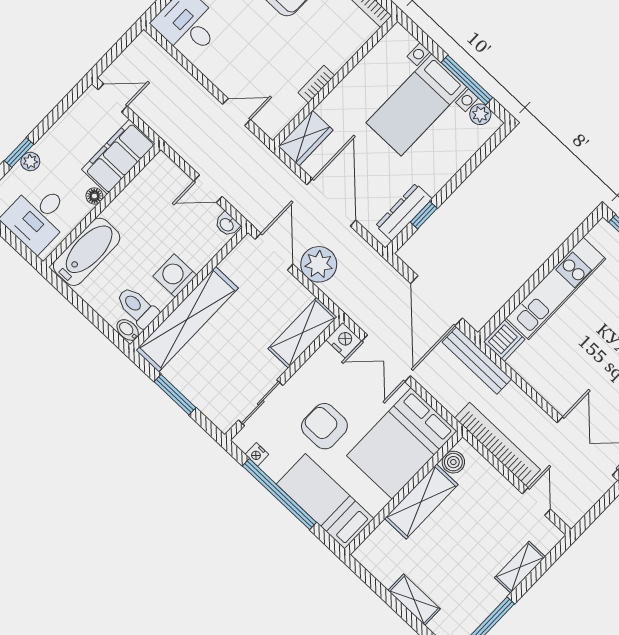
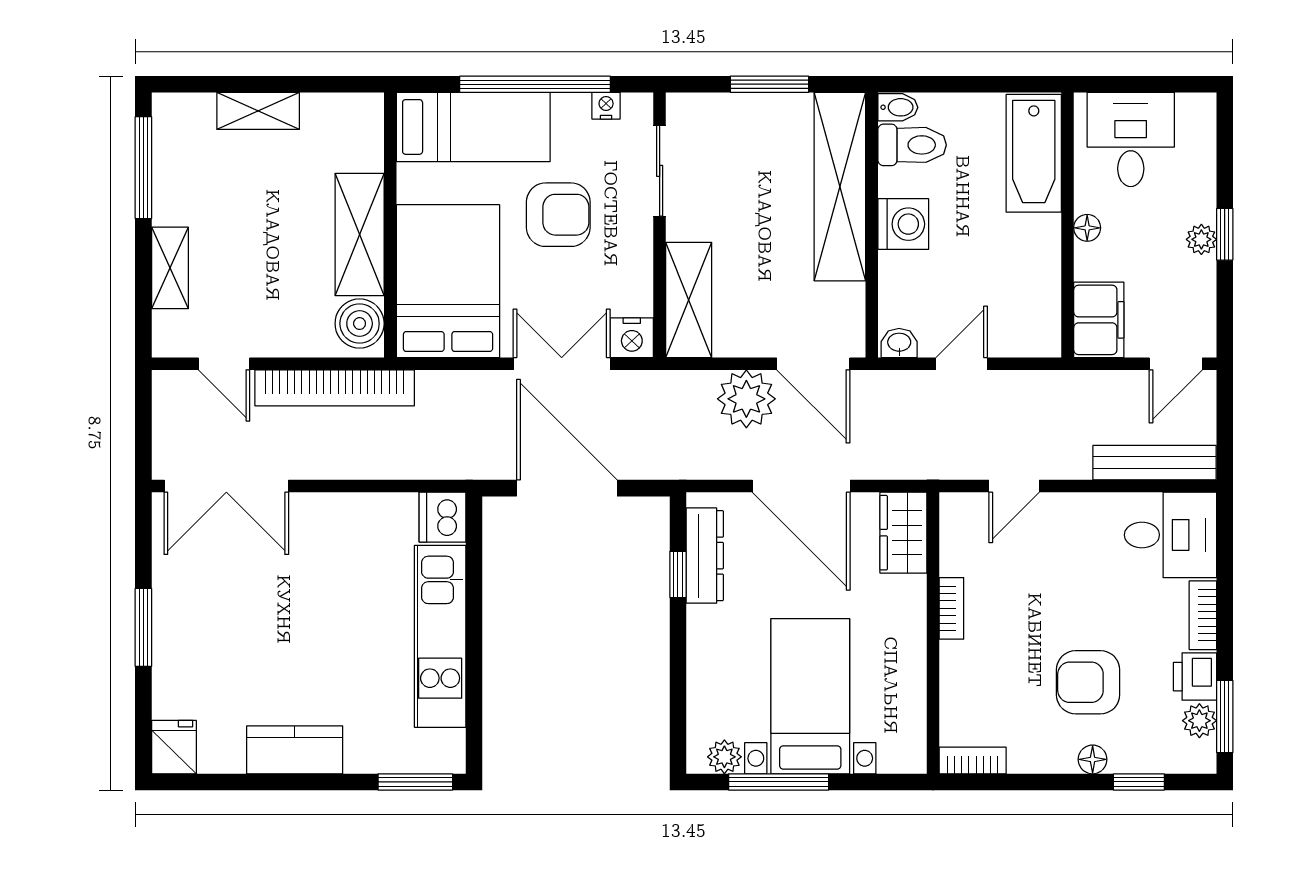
window: (19, 153) -> (1225, 234), moved
filing cabinet: (118, 157) -> (1099, 320), width x0.67, depth x0.86
plant: (30, 161) -> (1201, 239), moved
bench: (477, 361) -> (1155, 463), moved
boiler: (453, 462) -> (360, 324), width x1.36, depth x1.36

